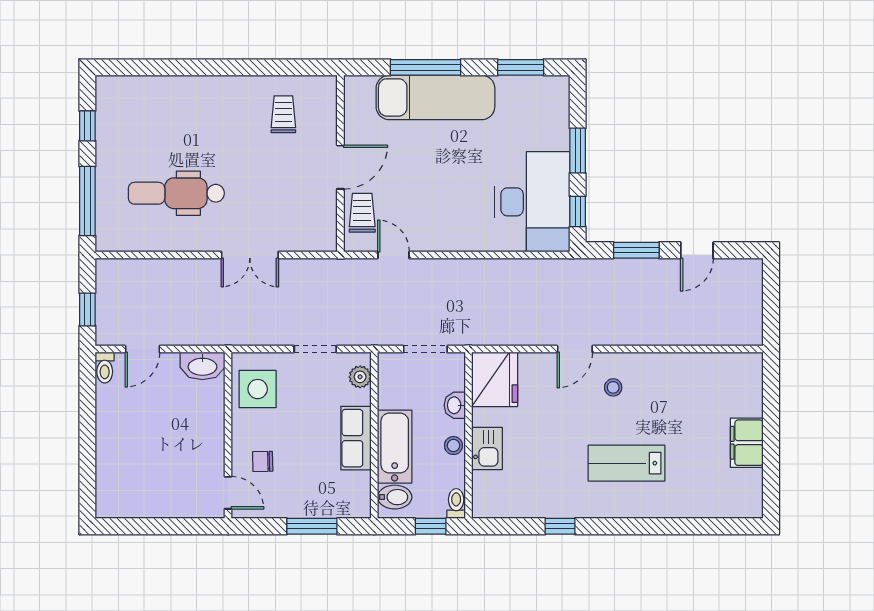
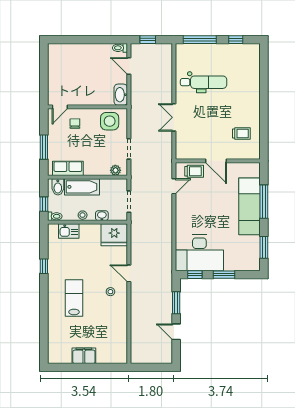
dental chair: (176, 193) -> (204, 82), turned 90
row of seats: (356, 438) -> (68, 168), moved
kitchen sink: (487, 448) -> (69, 231), moved

